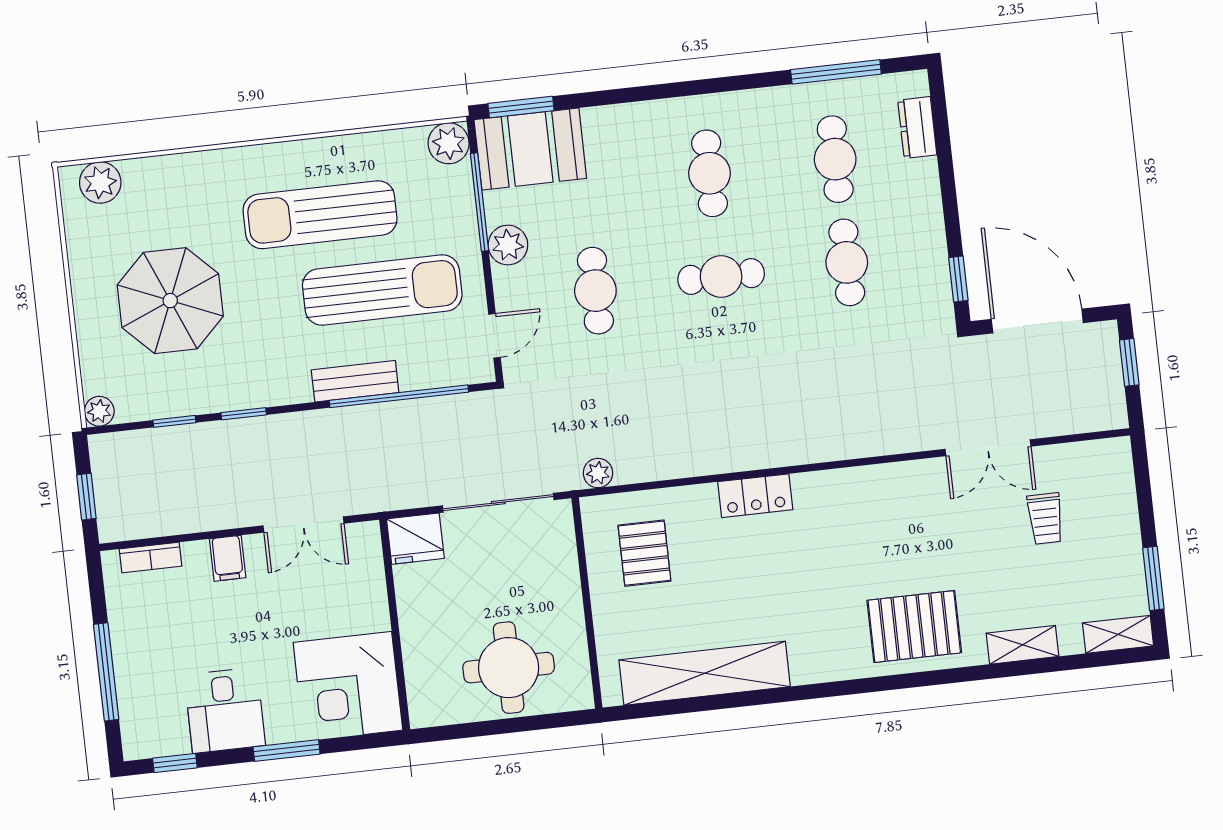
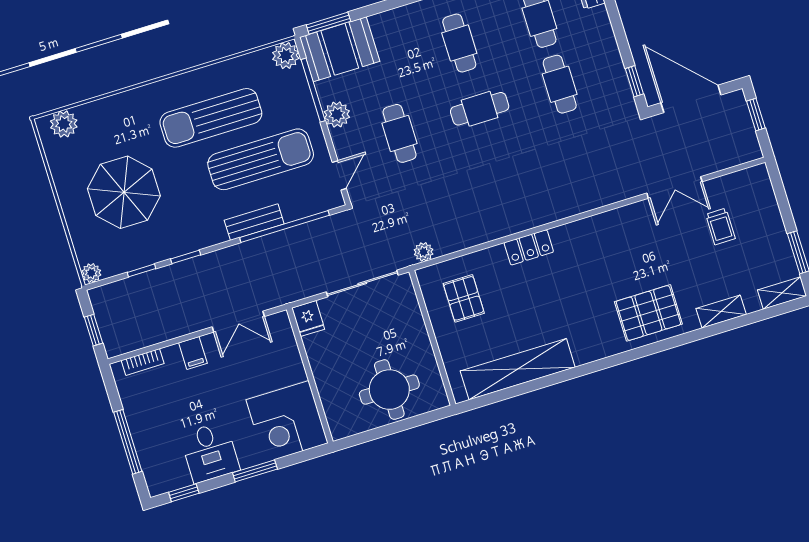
fridge: (415, 539) -> (308, 319), width x0.72

